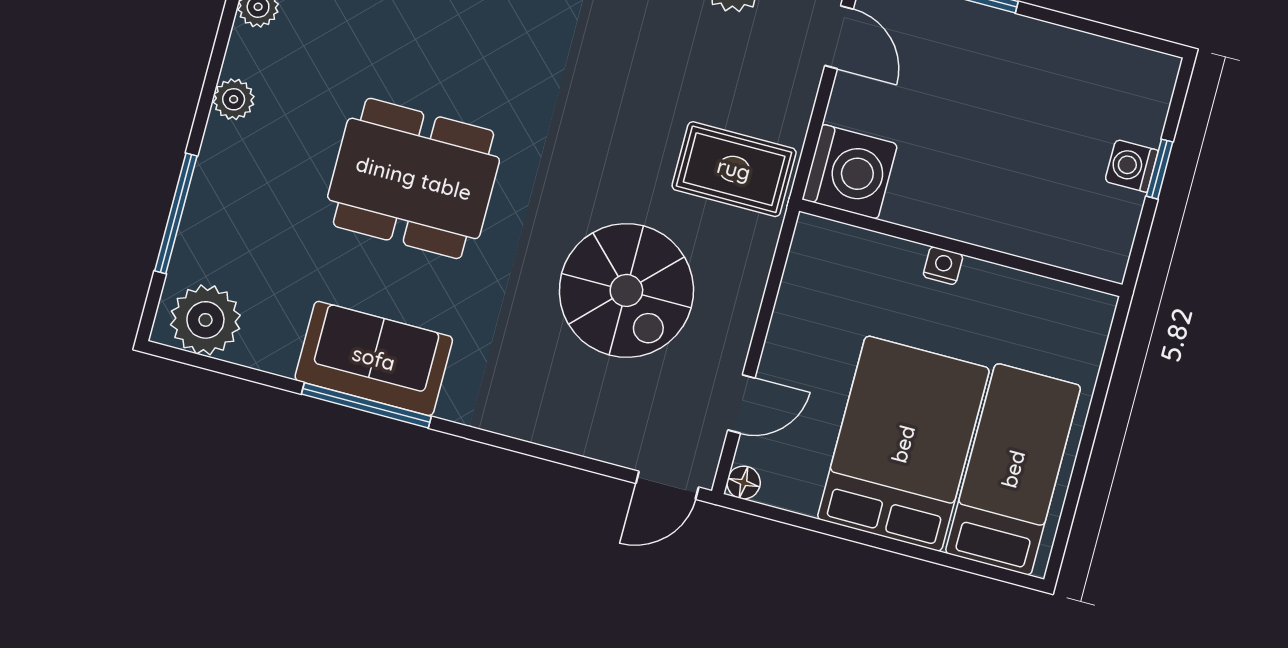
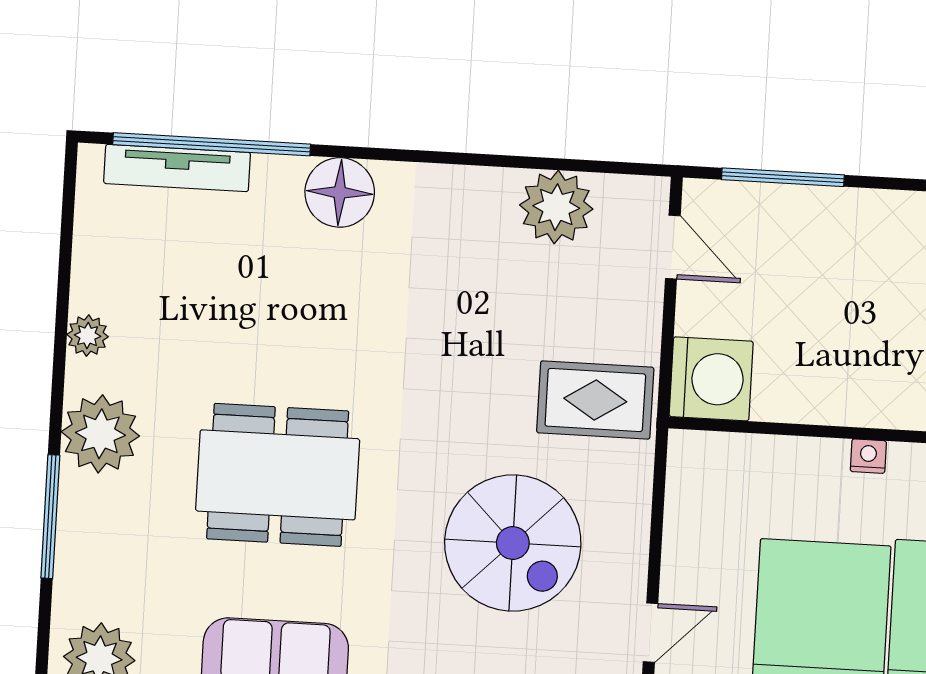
plant: (234, 99) -> (100, 434), width x1.87, depth x1.87
window: (176, 213) -> (50, 517), moved
nightstand: (943, 266) -> (868, 456), moved

